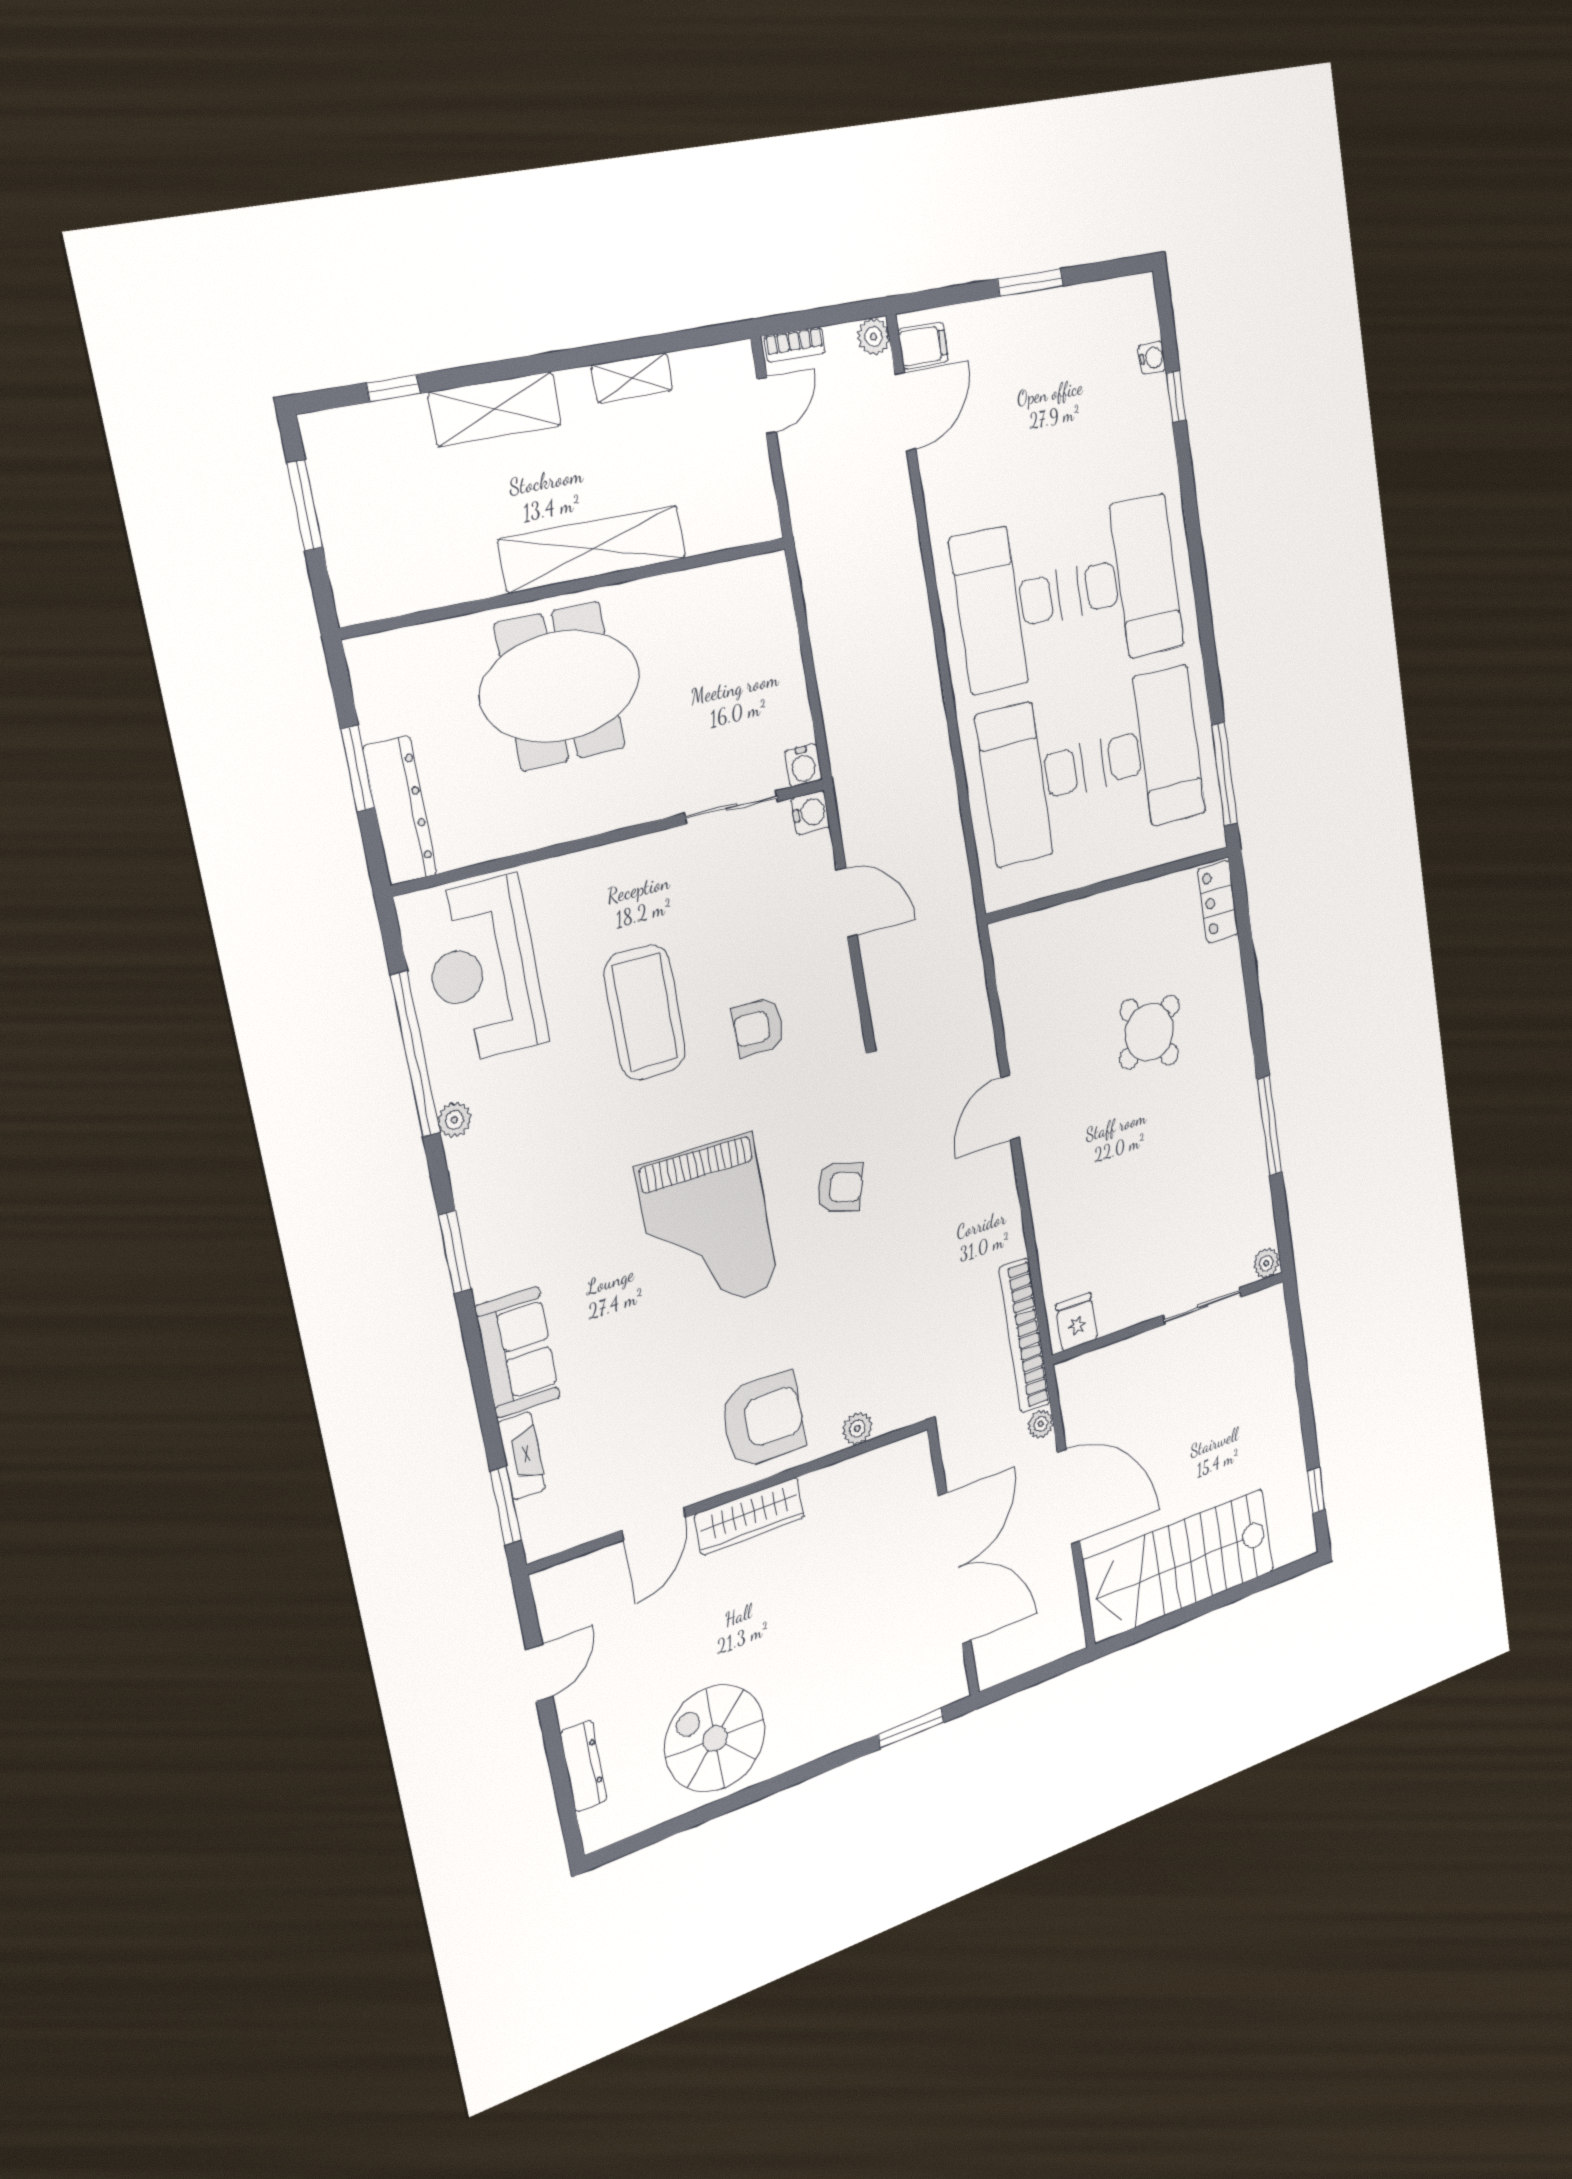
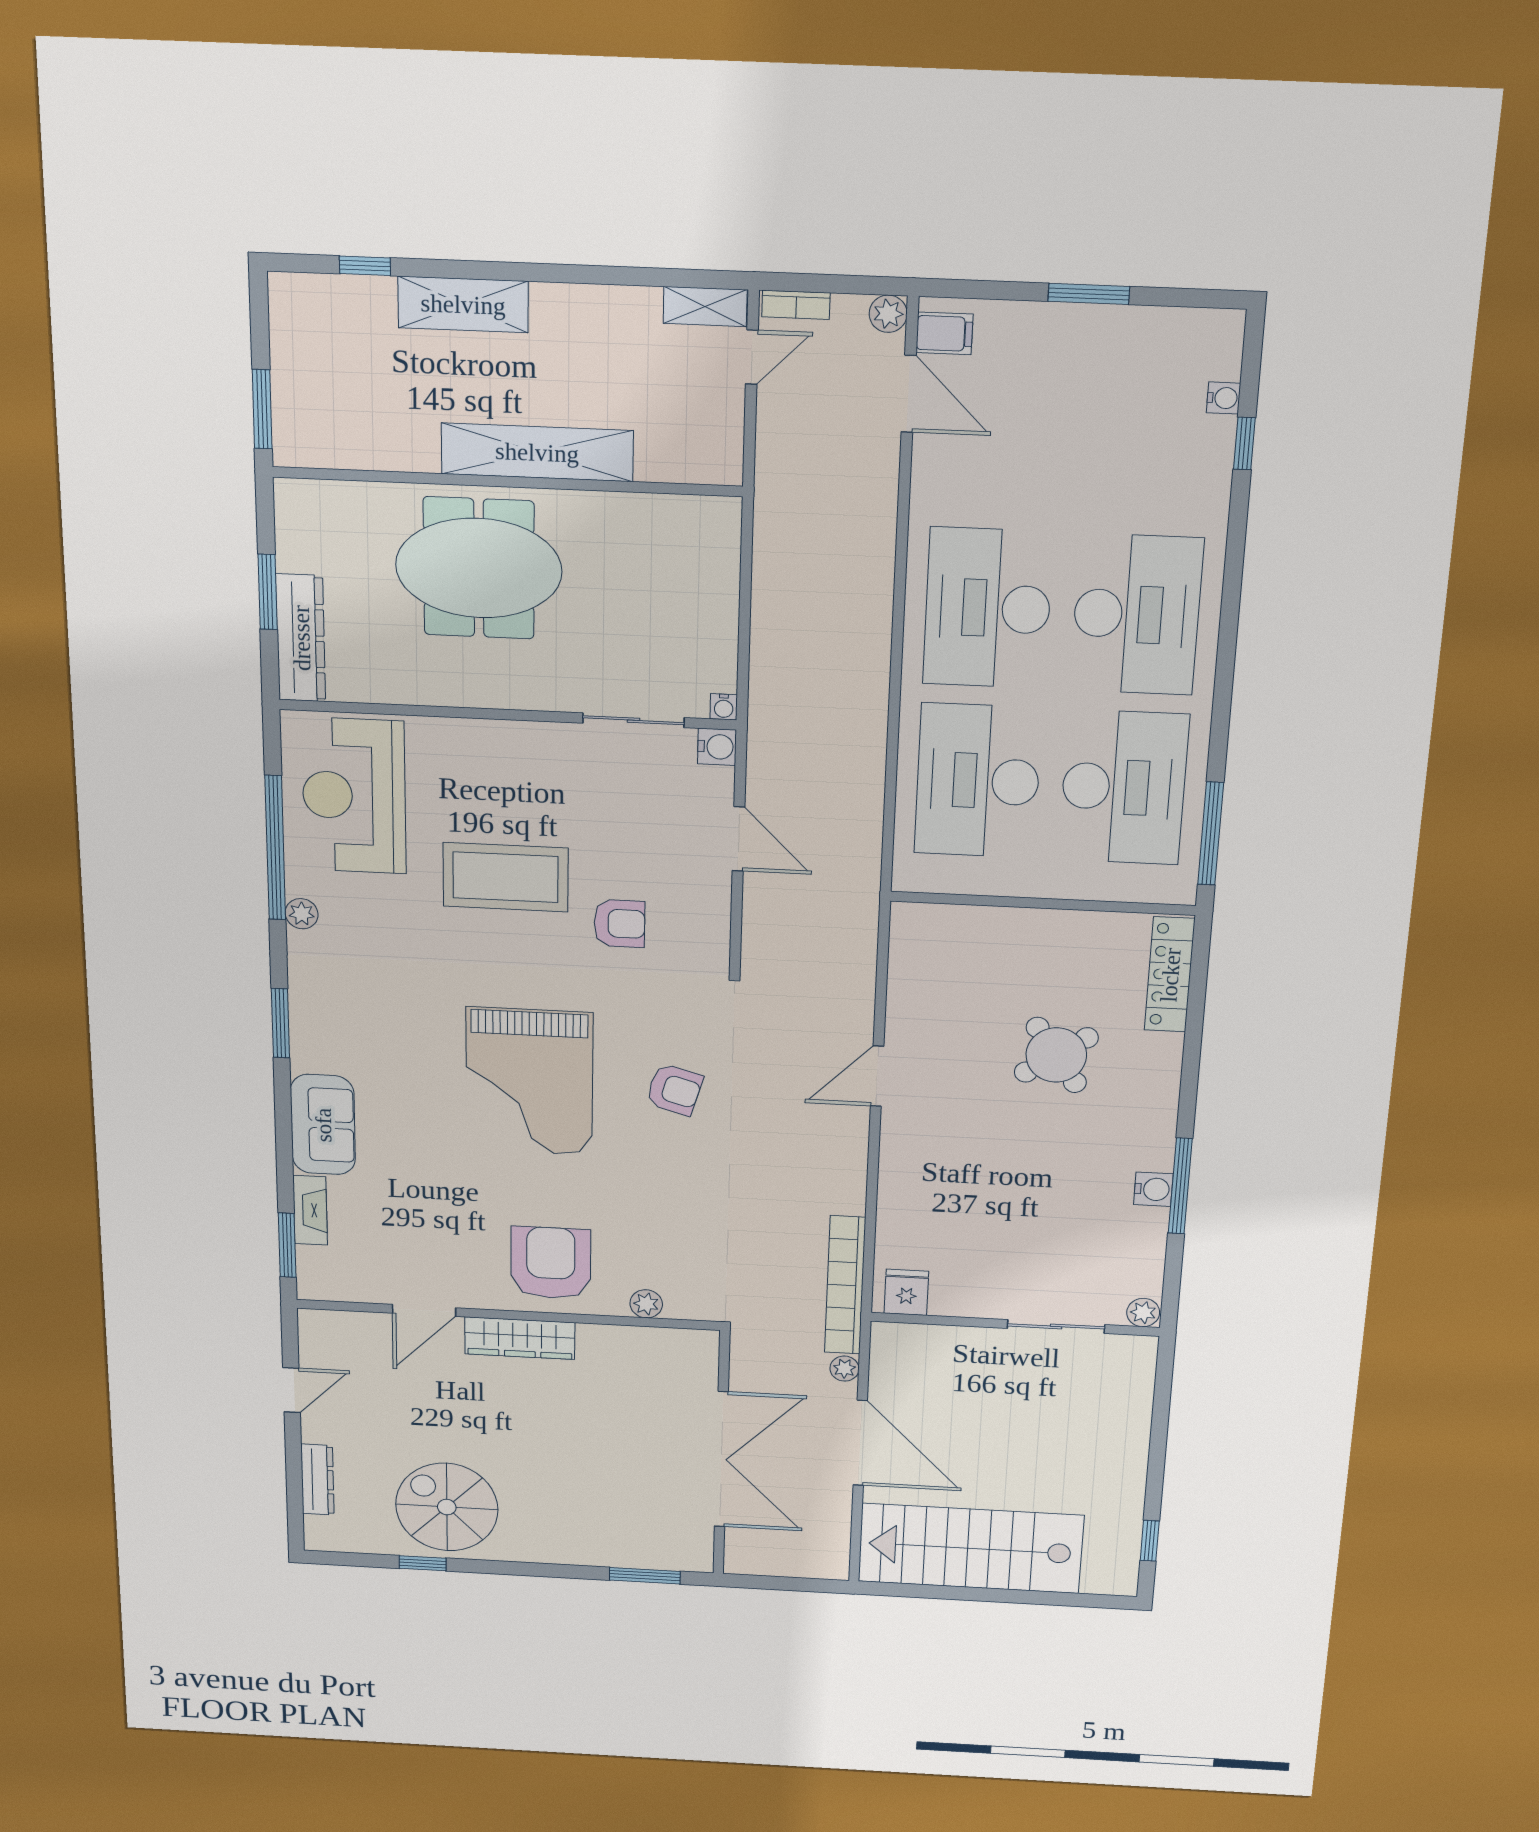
shelving: (632, 378) -> (705, 307), moved
door: (905, 412) -> (909, 394), hinge flipped
window: (305, 505) -> (262, 409), moved
water cooler: (803, 765) -> (724, 707), width x0.72, depth x0.72
locker: (1218, 902) -> (1170, 975), width x1.53
coffee table: (645, 1012) -> (506, 877), turned 90
armchair: (758, 1027) -> (619, 923), turned 180
water cooler: (1250, 1137) -> (1153, 1189), added
armchair: (763, 1420) -> (551, 1263), turned -90
window: (703, 1814) -> (423, 1563), added

